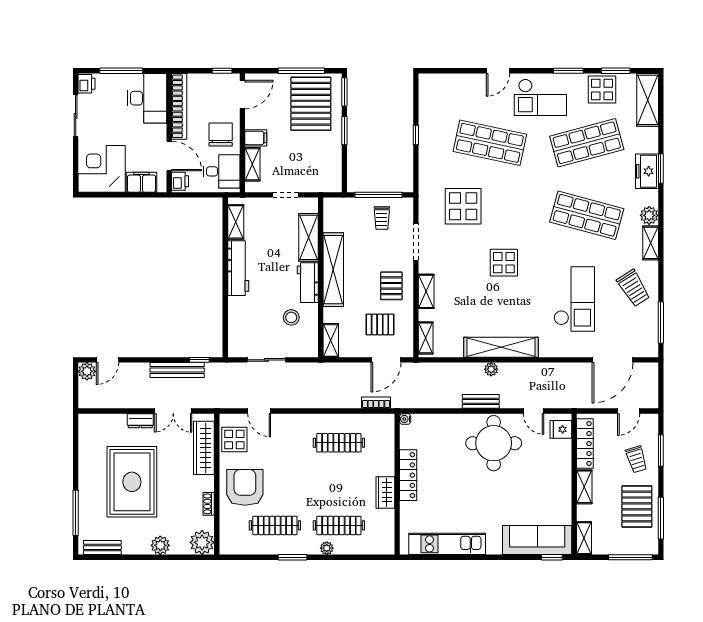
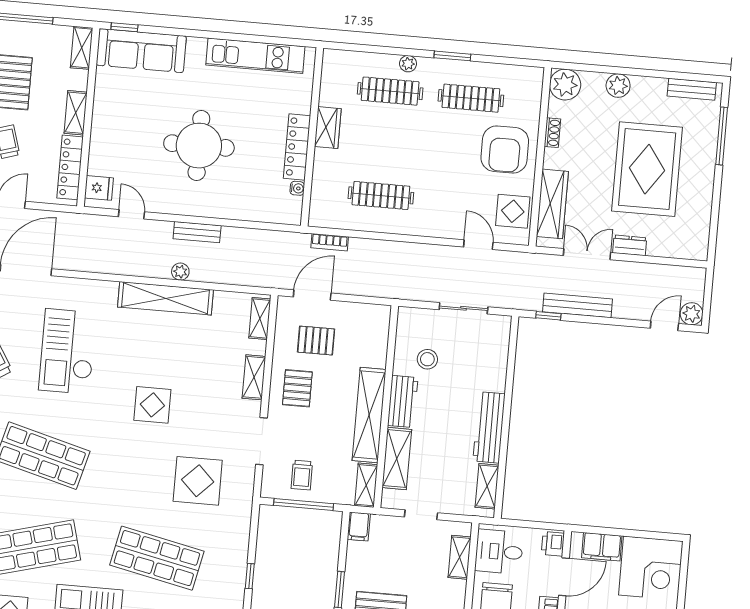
filing cabinet: (256, 138) -> (359, 527), moved, turned -90
door: (169, 156) -> (564, 577), swing flipped
trolley: (382, 218) -> (302, 475), turned 180
shelving: (331, 340) -> (366, 485), moved
water cooler: (405, 419) -> (297, 188), moved
round table: (494, 443) -> (199, 146), moved

